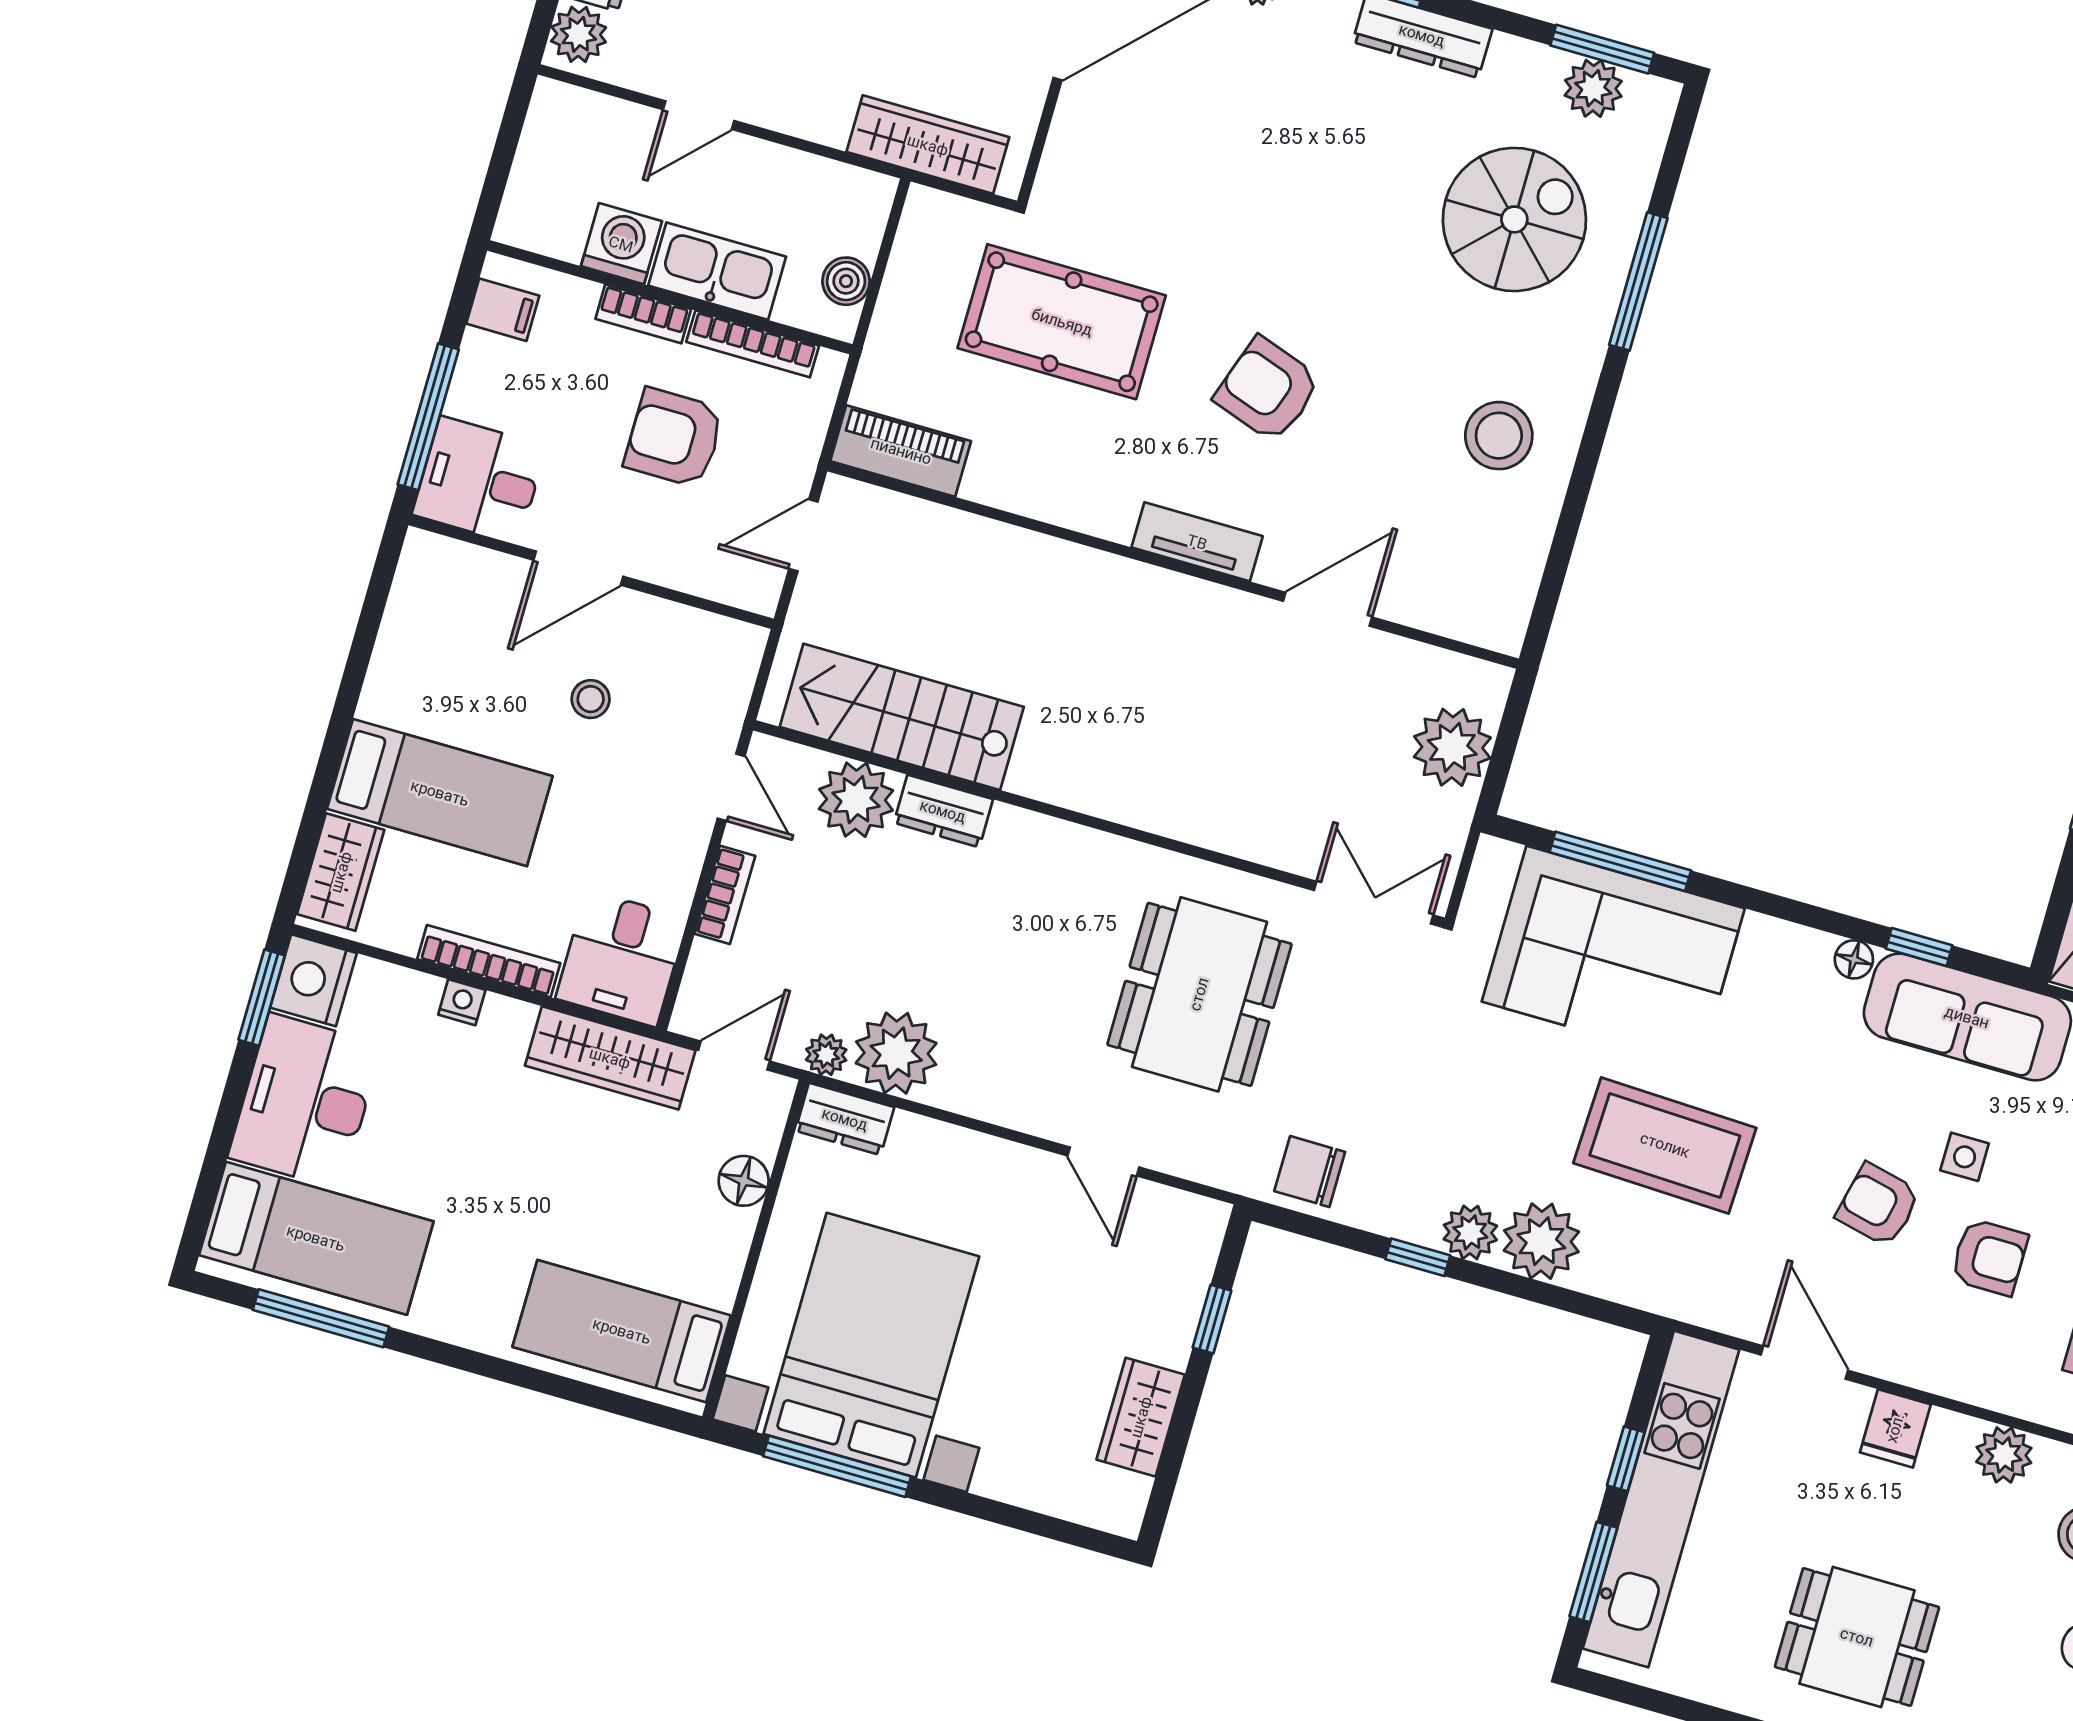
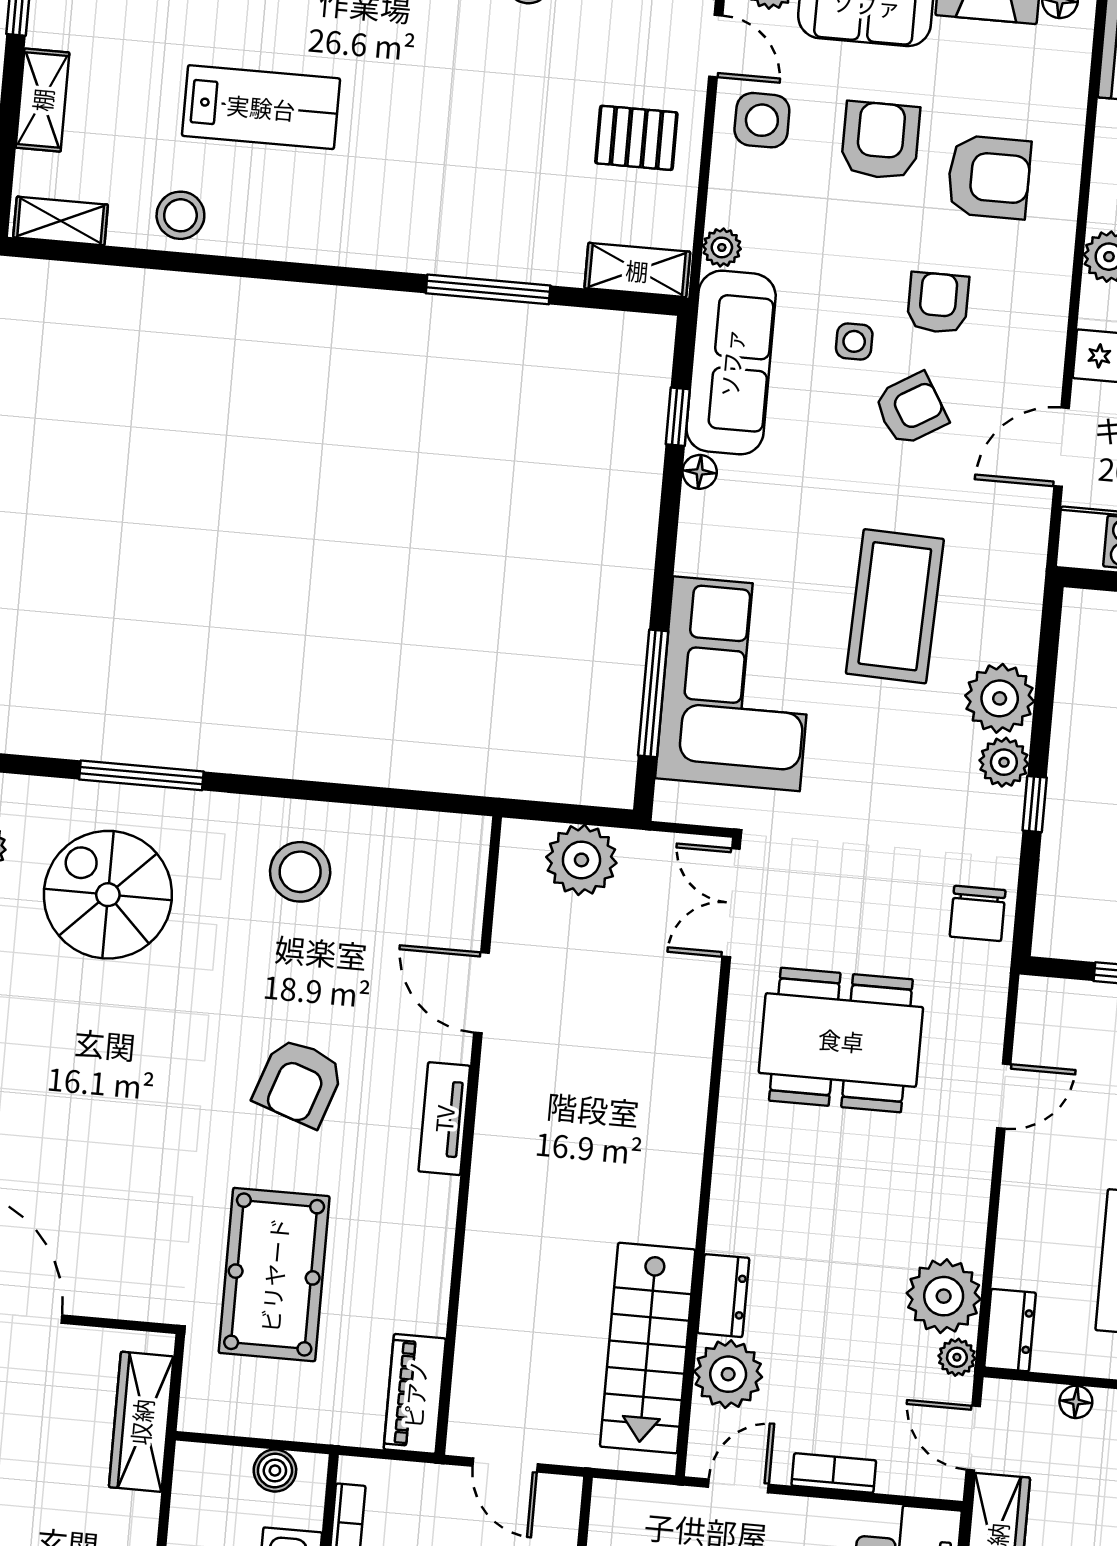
floor lamp: (744, 1181) -> (1076, 1402), width x0.73, depth x0.73
armchair: (1878, 1205) -> (911, 409), turned -134

